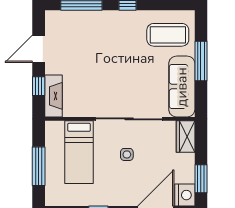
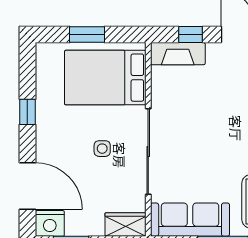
bed: (79, 152) -> (105, 78), width x1.50
window: (39, 166) -> (87, 35), width x0.69

